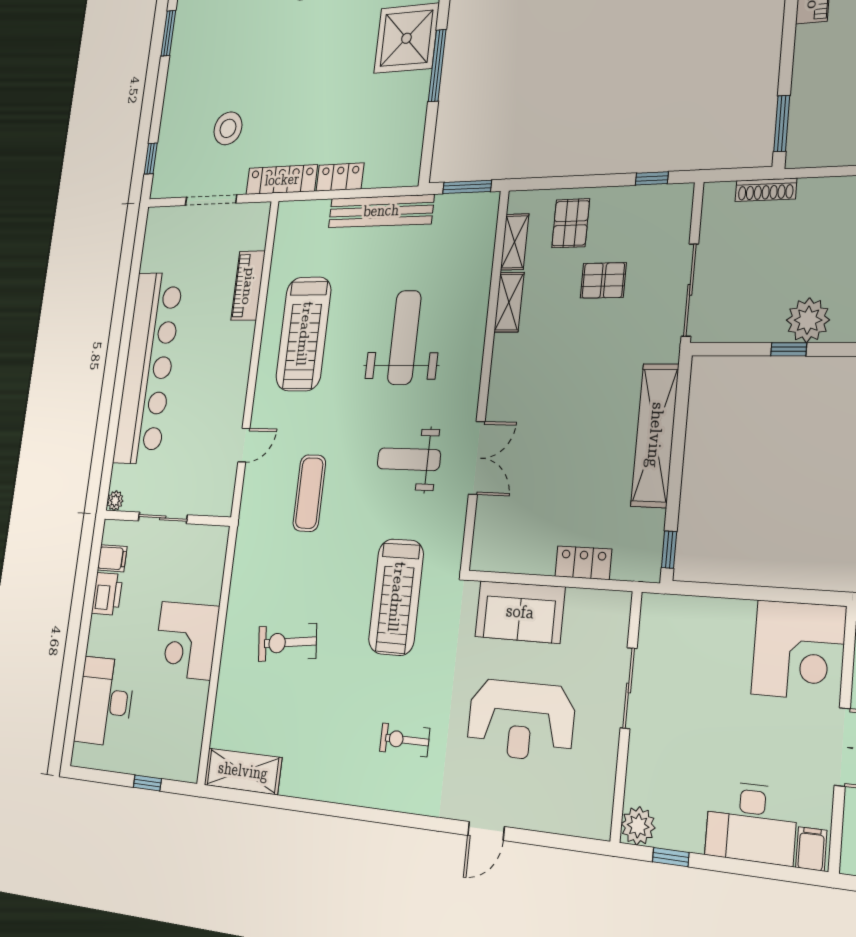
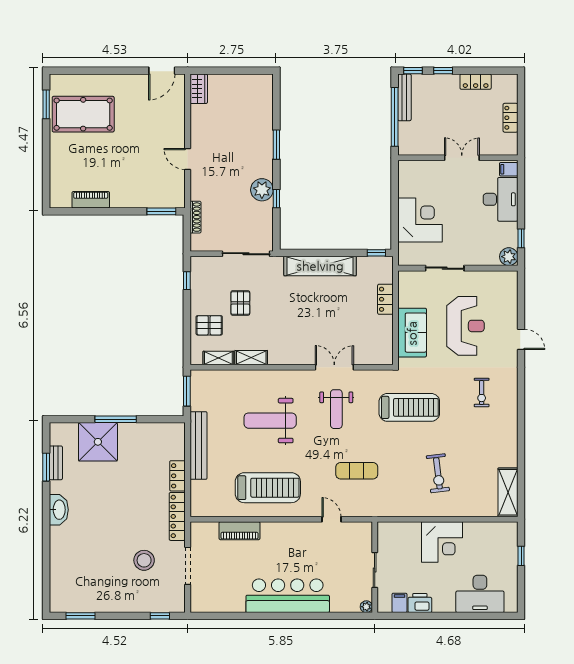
bar counter: (148, 368) -> (288, 596), width x0.73
corner desk: (799, 650) -> (420, 220), moved

